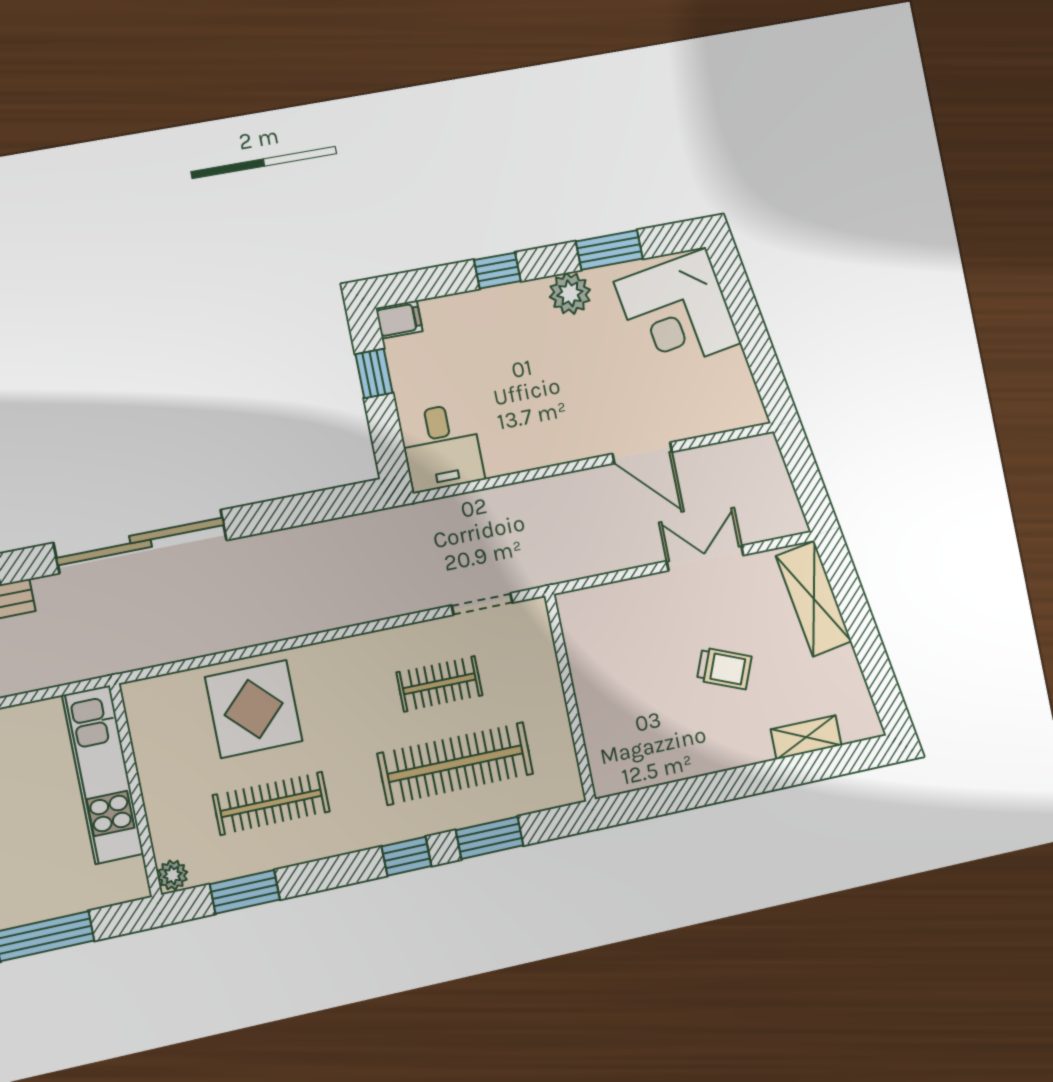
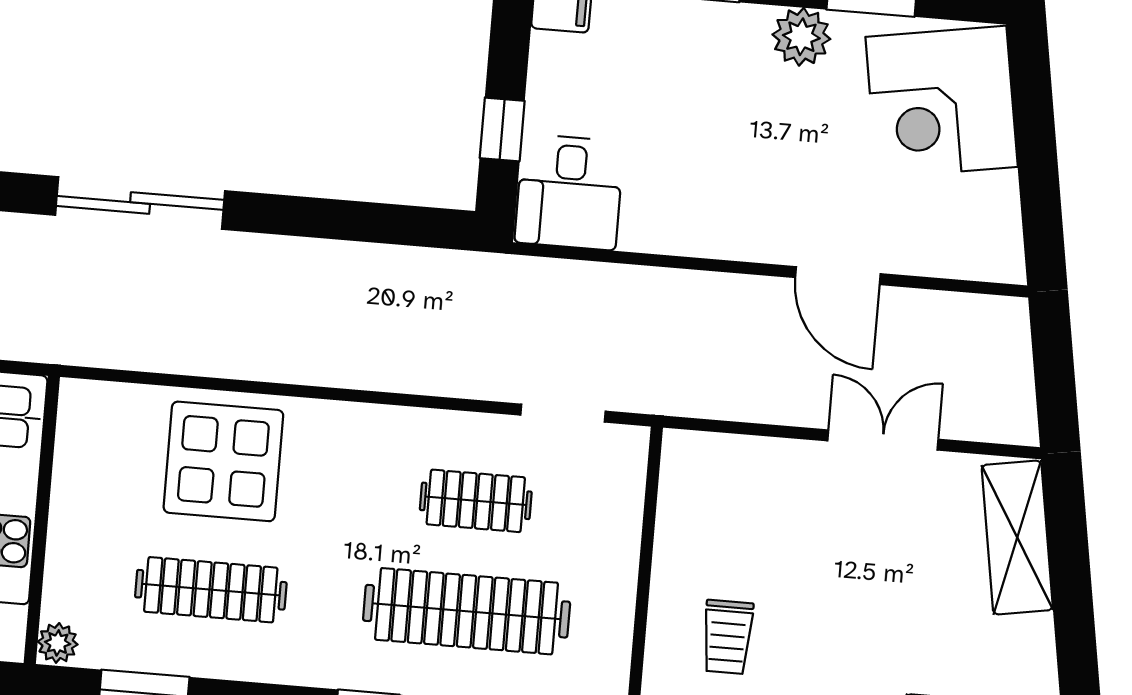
window: (374, 373) -> (502, 129), moved
sliding door: (141, 541) -> (140, 203), width x0.73
trolley: (724, 668) -> (727, 637), moved, turned 68

